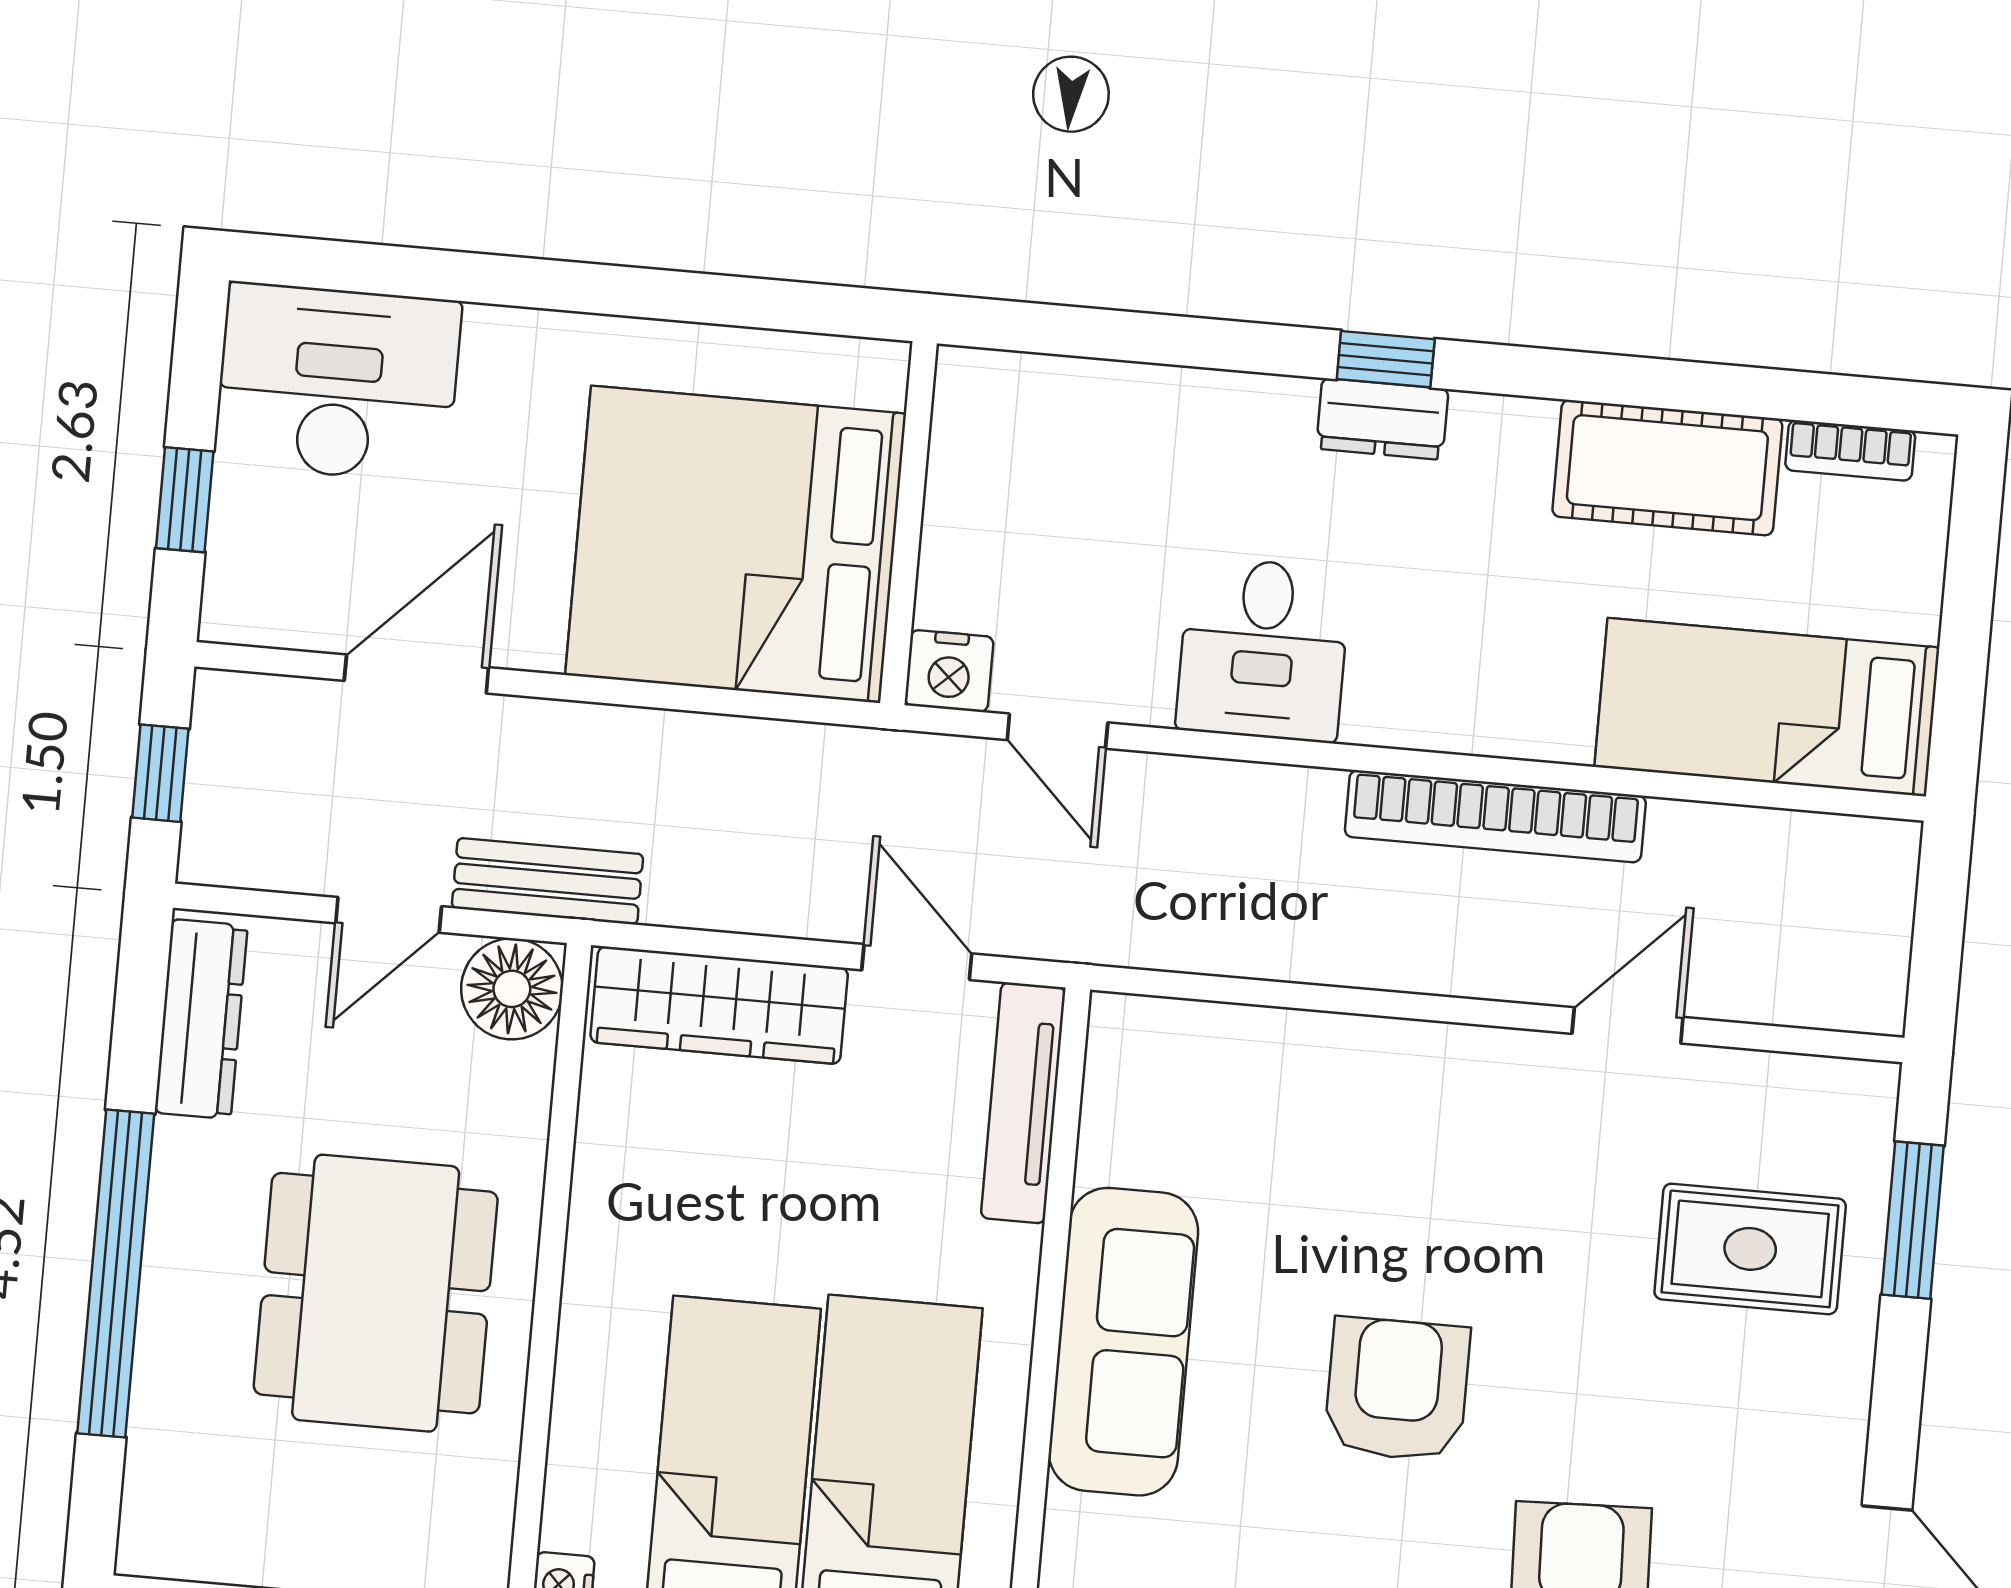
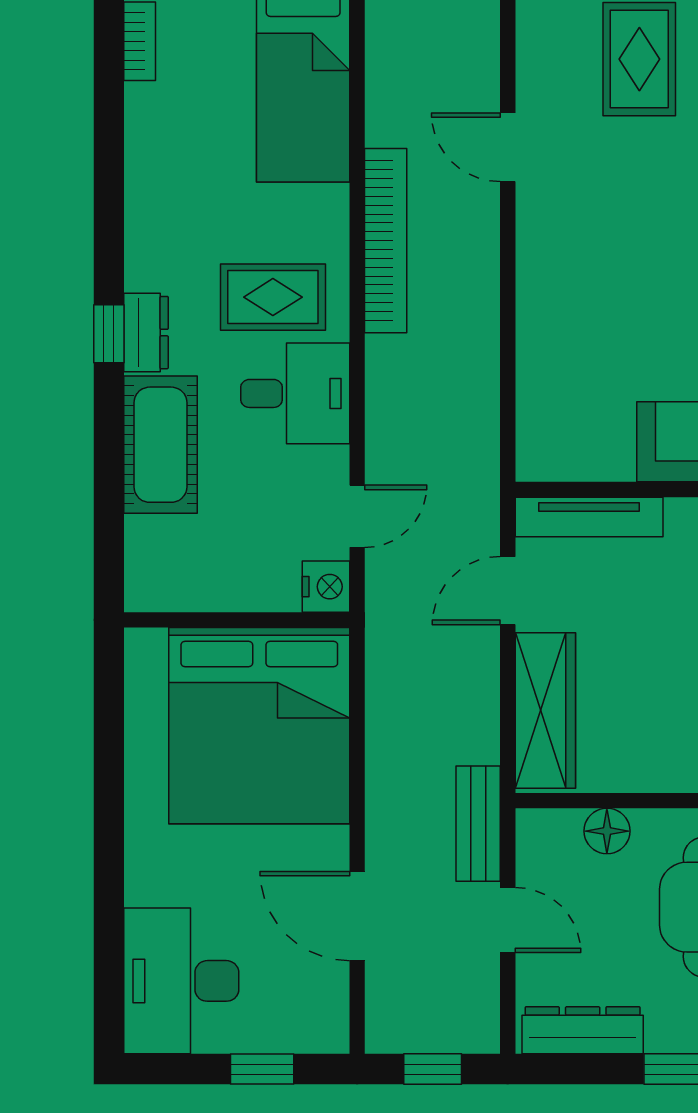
cot: (1667, 468) -> (160, 445), moved
rug: (1421, 627) -> (273, 297), added
floor lamp: (512, 989) -> (607, 831), moved, width x0.73, depth x0.73

